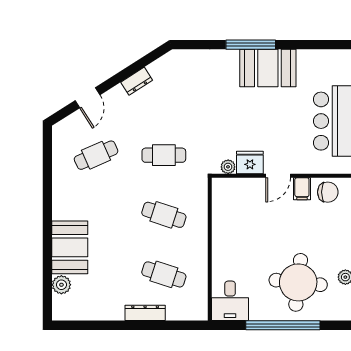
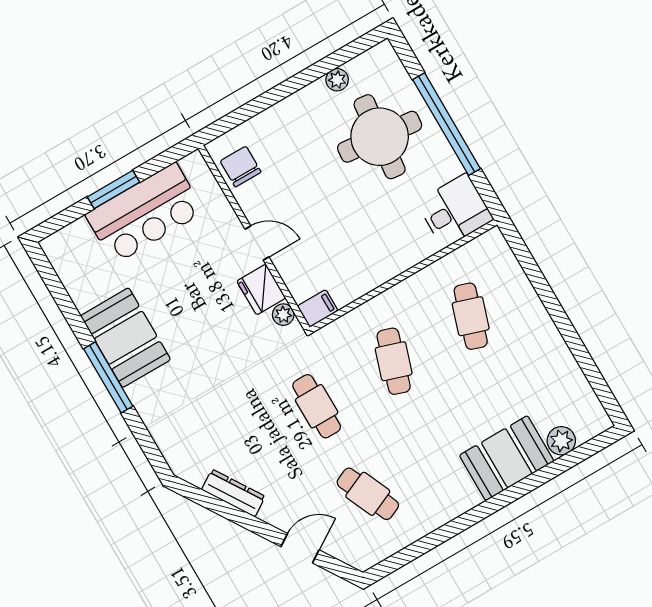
dresser: (137, 81) -> (233, 493), width x1.44
filing cabinet: (302, 189) -> (318, 308), moved
dresser: (145, 313) -> (535, 311), removed

